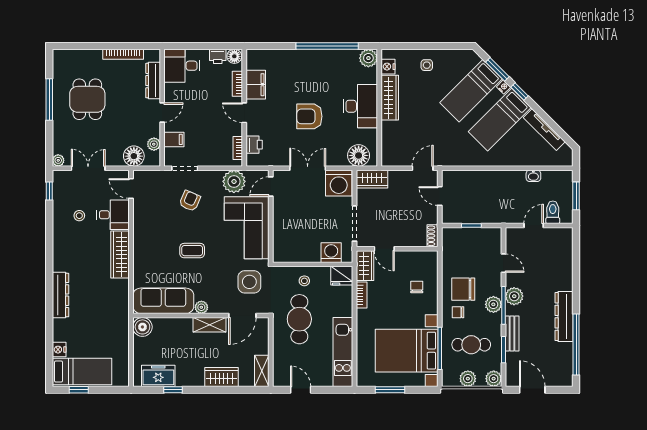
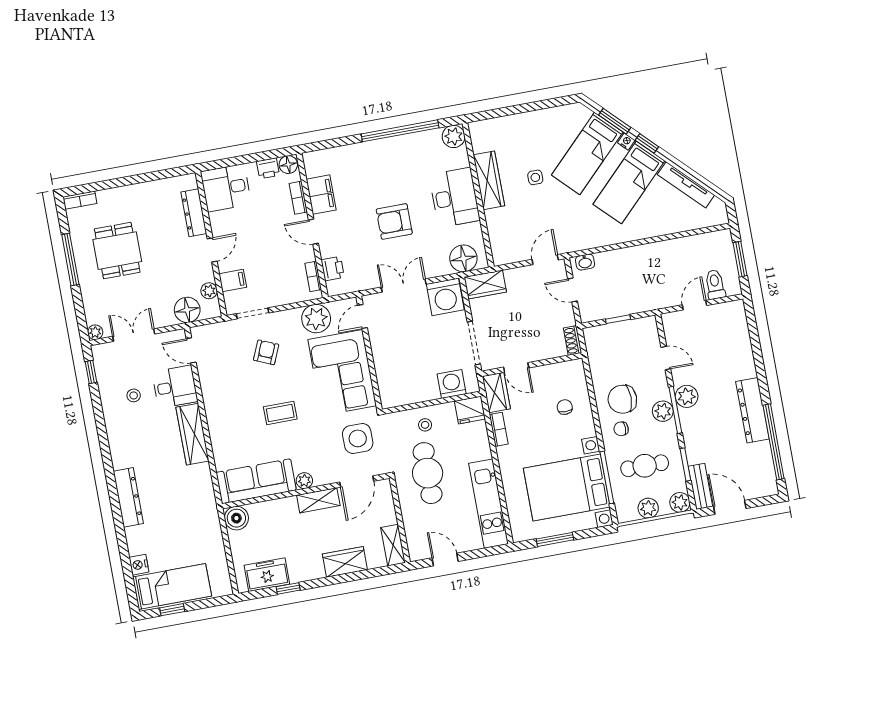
bookcase: (123, 54) -> (80, 200), moved, width x0.64
side table: (427, 65) -> (535, 177), moved
nightstand: (388, 67) -> (480, 142), removed
washbasin: (533, 176) -> (585, 262), moved
bench: (512, 334) -> (700, 486), moved

